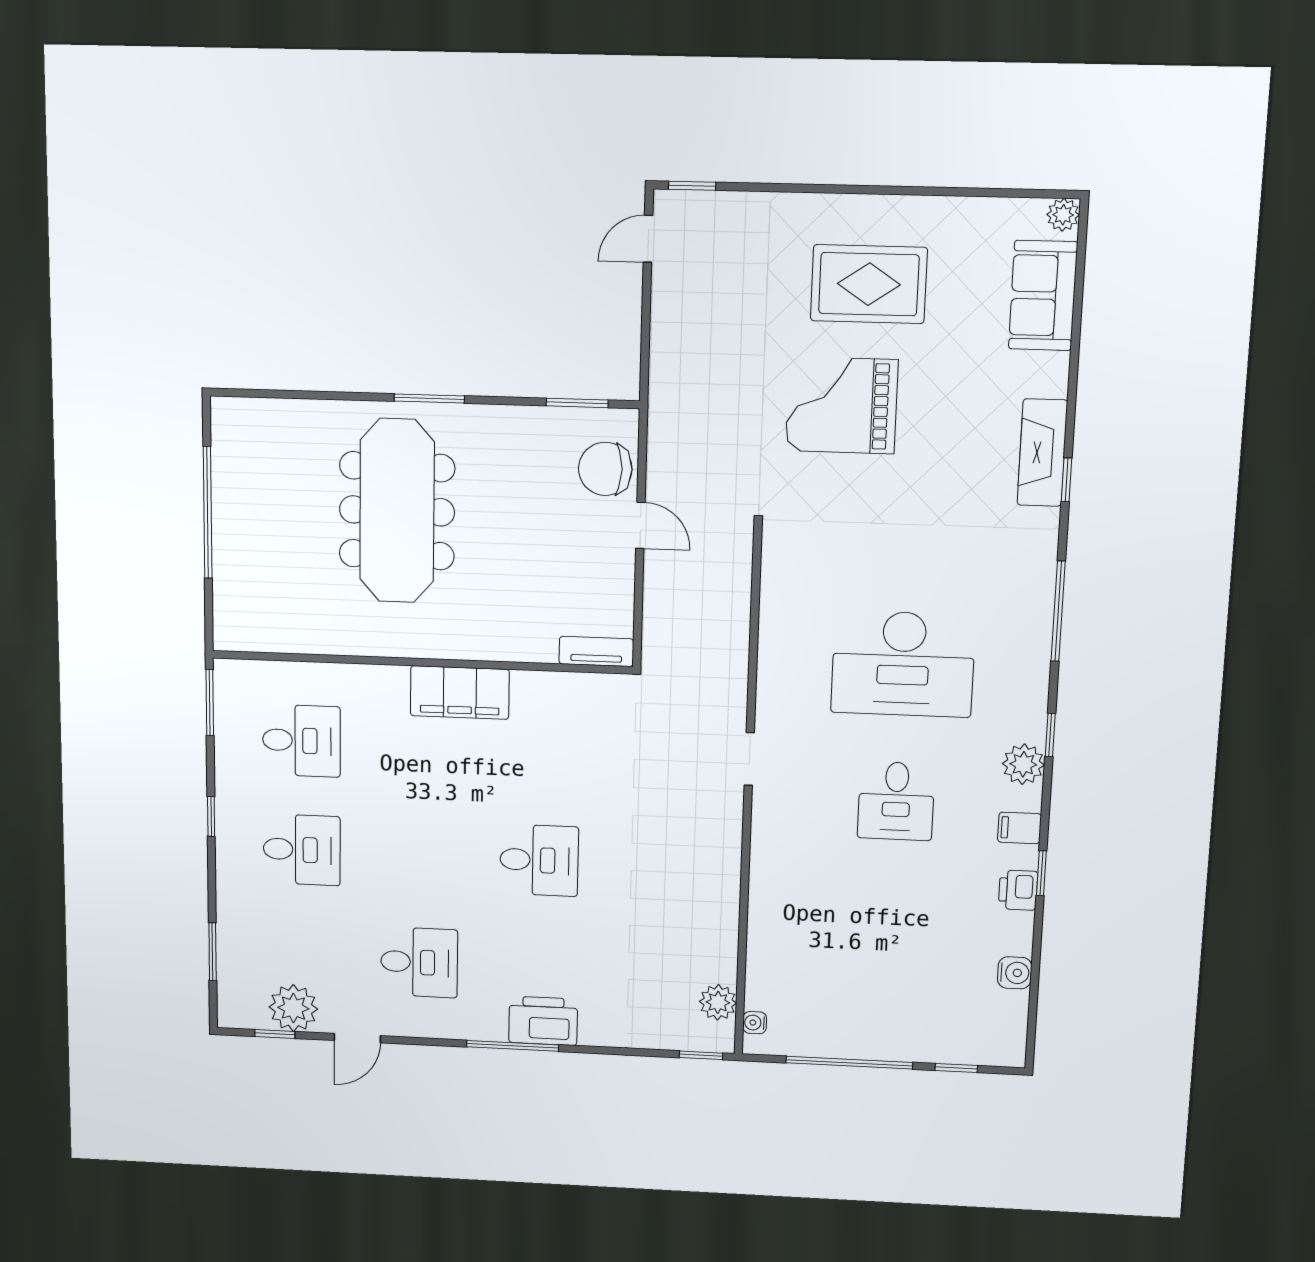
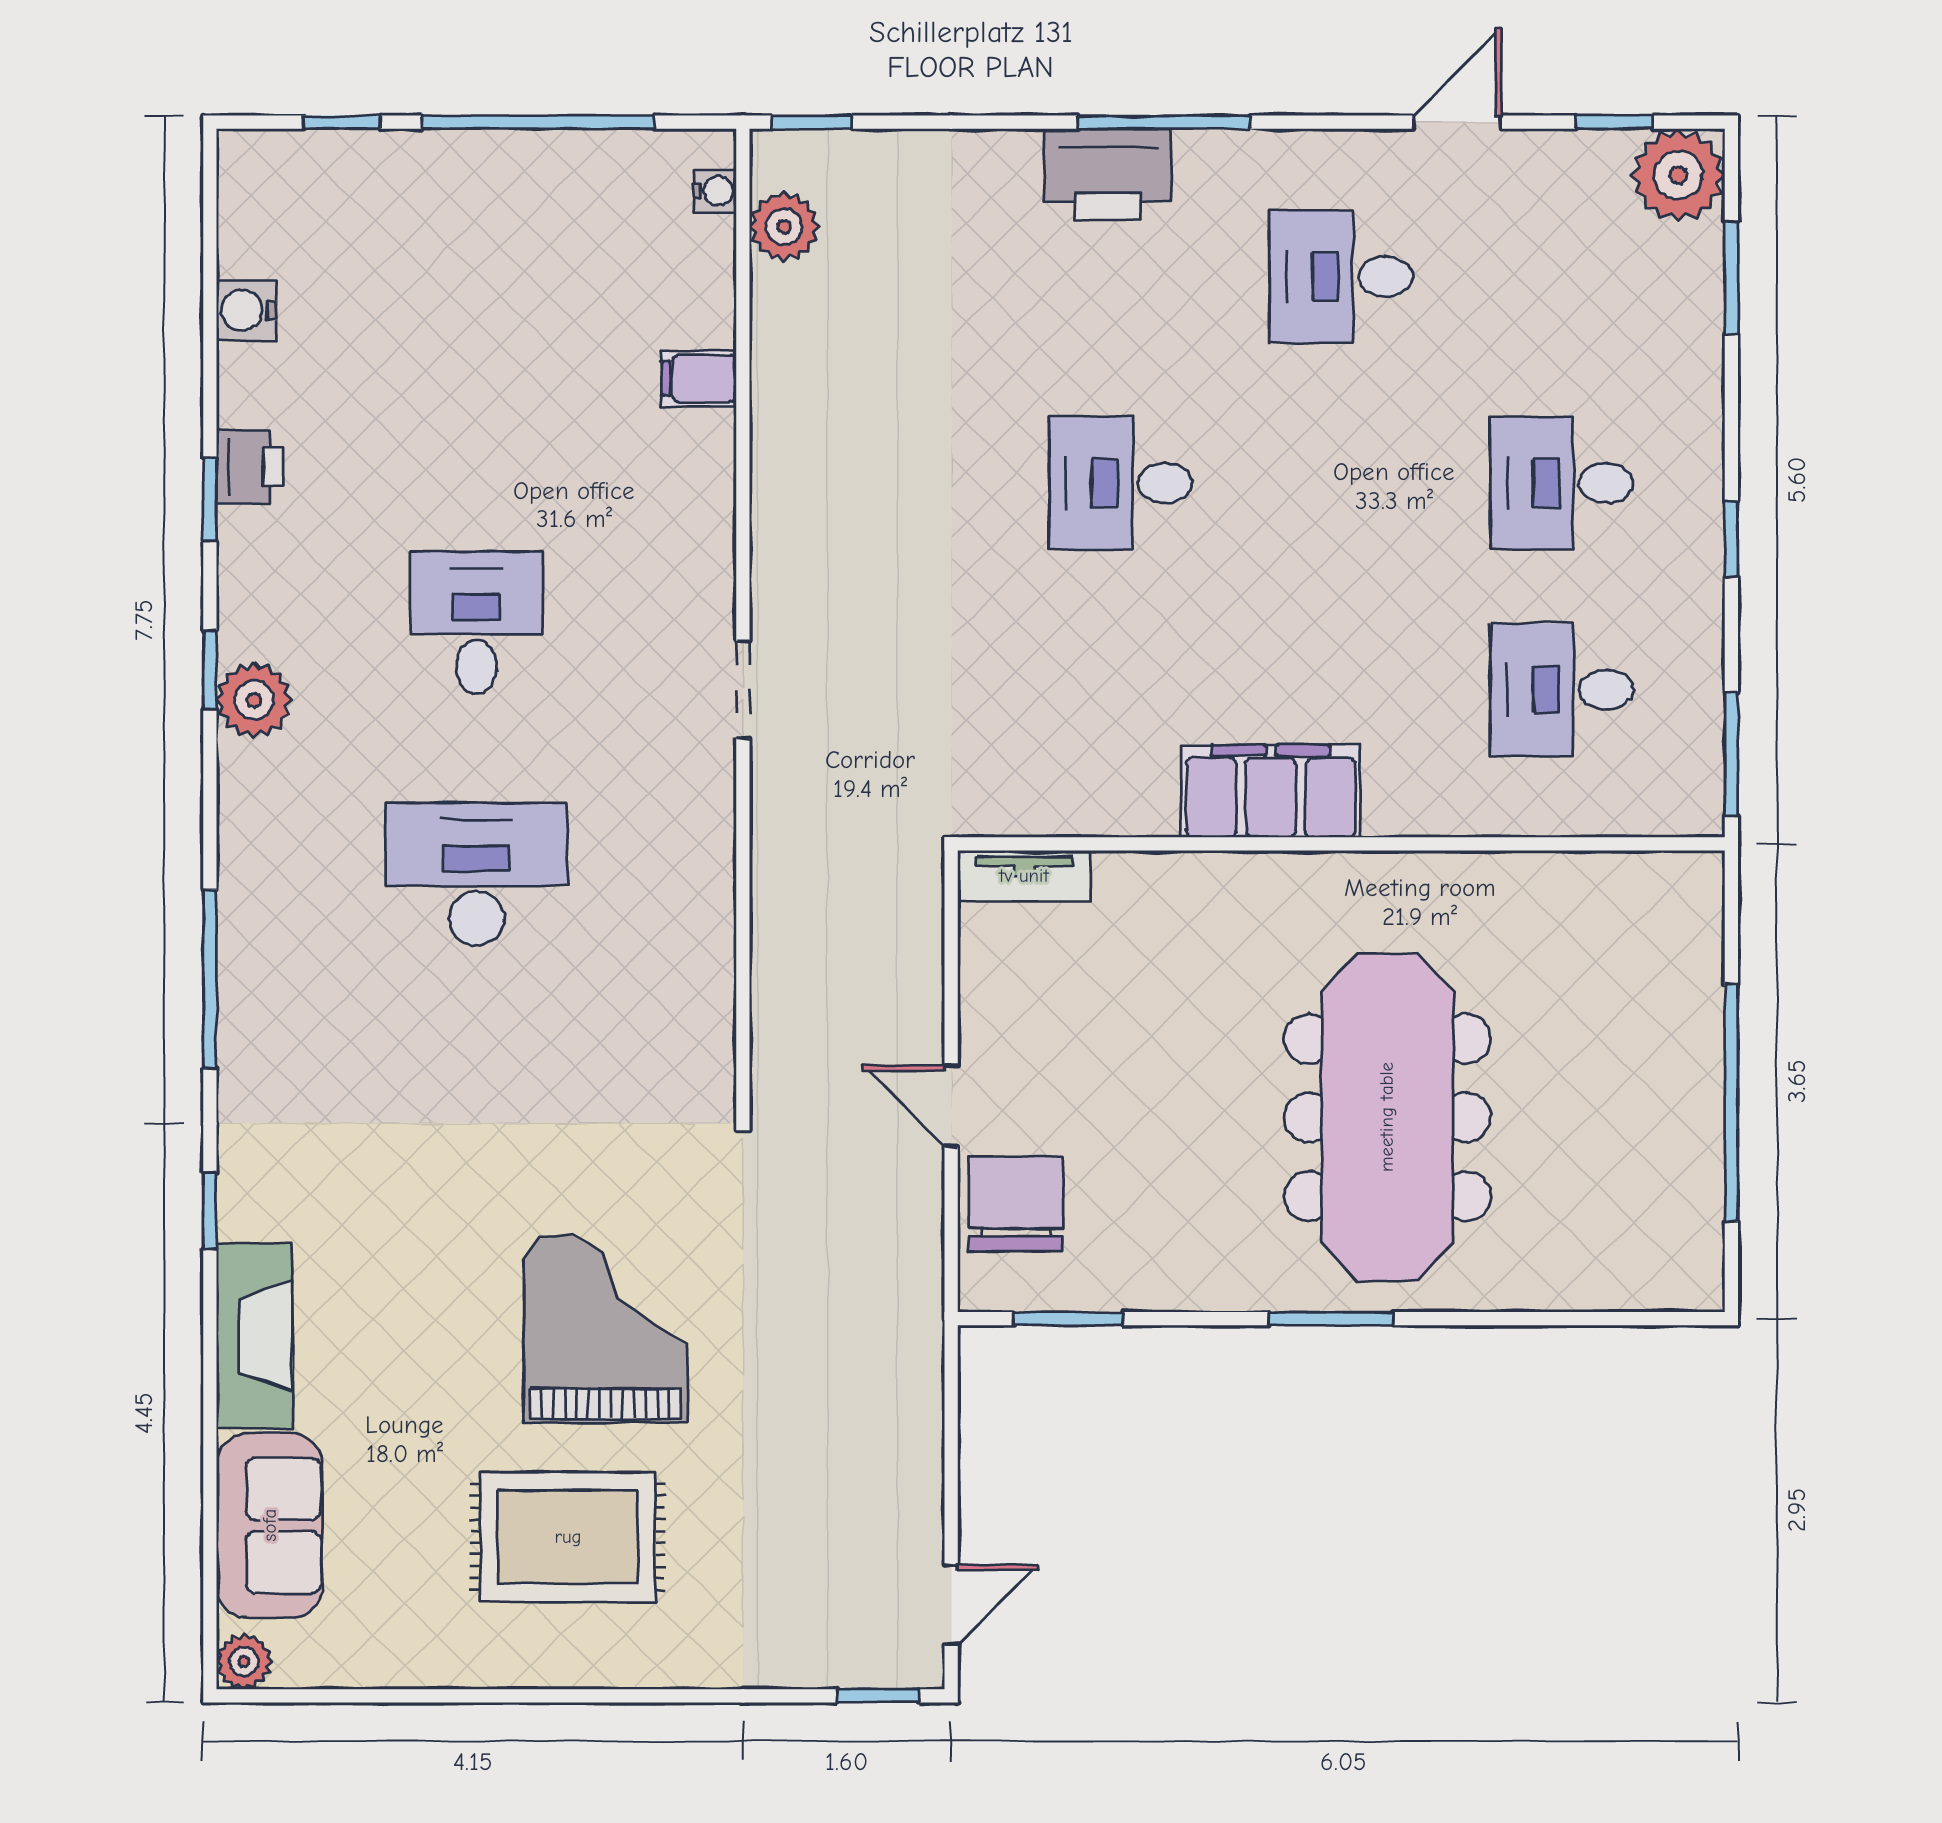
grand piano: (842, 405) -> (605, 1328), turned -90
fireplace: (1042, 453) -> (254, 1336), moved
chair: (605, 469) -> (1016, 1204), turned -90
desk: (903, 664) -> (476, 874), width x0.73, depth x0.77
window: (1050, 735) -> (210, 670), moved
filing cabinet: (1019, 828) -> (699, 378), moved, turned 180
plant: (293, 1008) -> (1678, 175), moved

